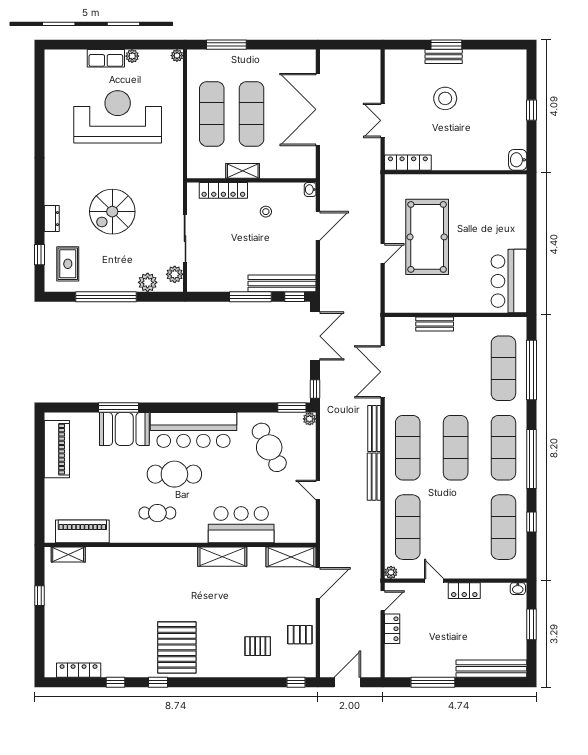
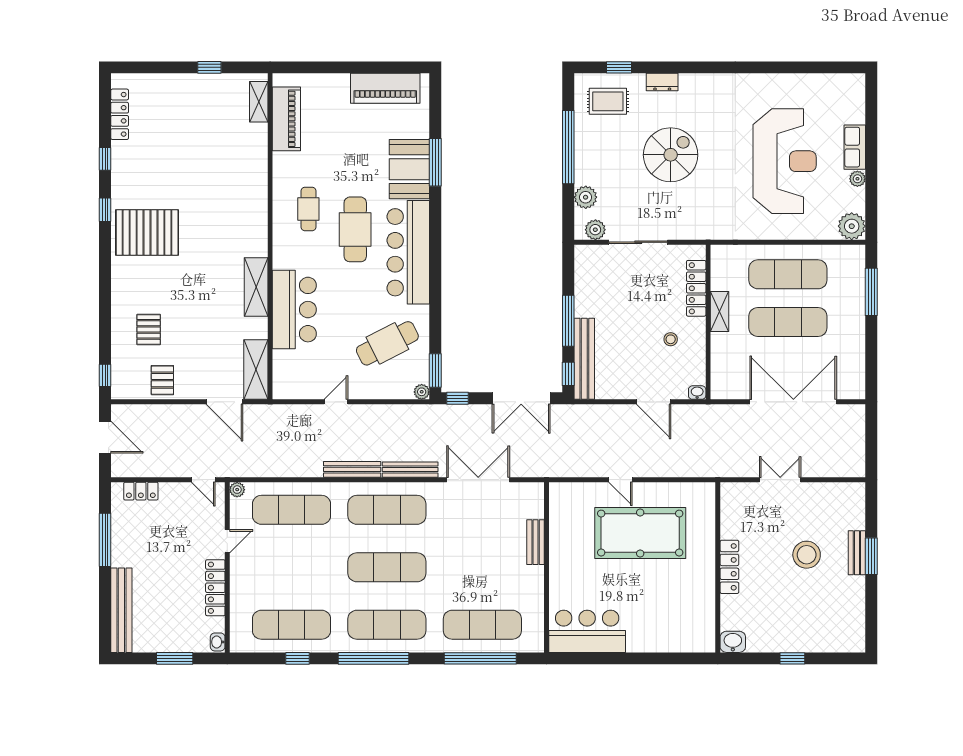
plant: (177, 56) -> (852, 226), width x1.87, depth x1.87
locker: (408, 163) -> (729, 567), moved
spiral stairs: (112, 212) -> (671, 155), turned 90
locker: (464, 591) -> (215, 588), width x1.53
locker: (392, 629) -> (141, 491), moved

